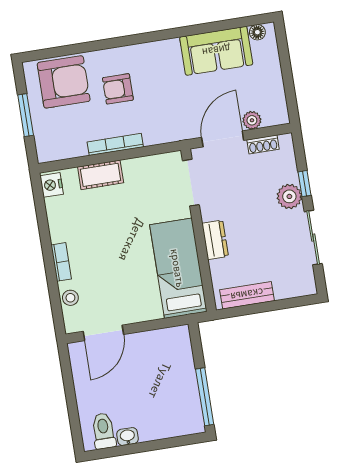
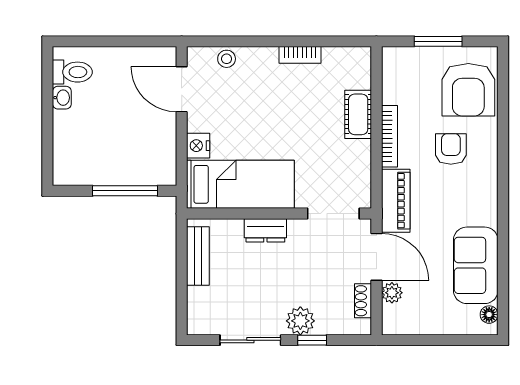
piano: (171, 130) -> (396, 201), added
nightstand: (52, 185) -> (198, 146), moved, turned -90
bookcase: (61, 262) -> (300, 55), moved
window: (205, 397) -> (125, 191), moved

